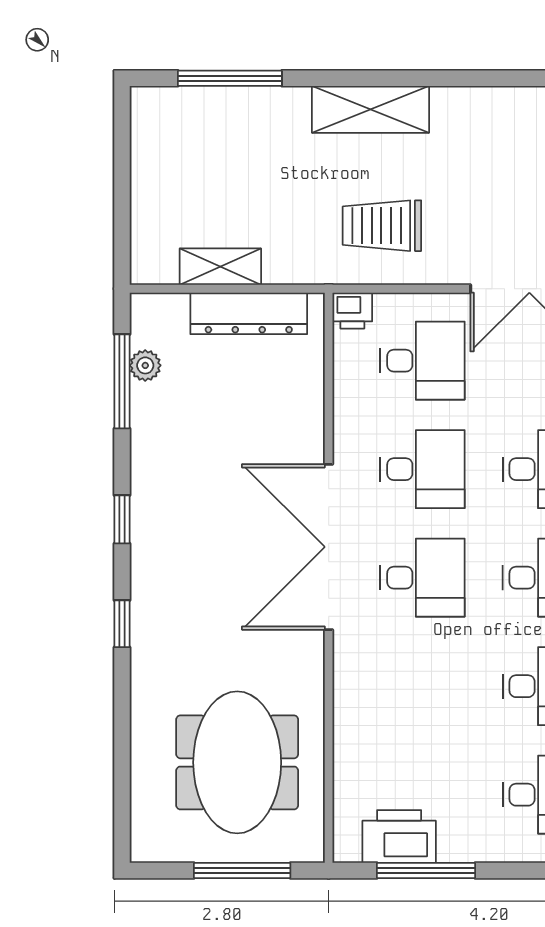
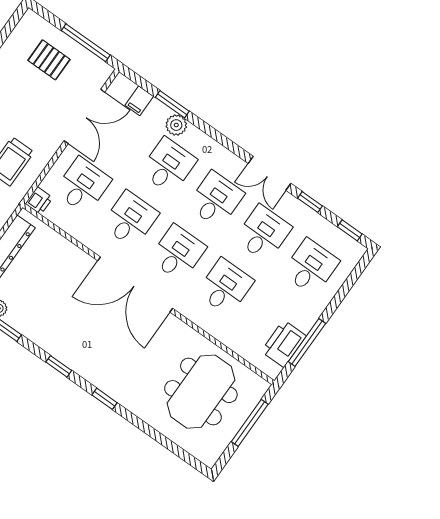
desk: (423, 686) -> (225, 287), added
meeting table: (237, 762) -> (201, 392), turned 90

